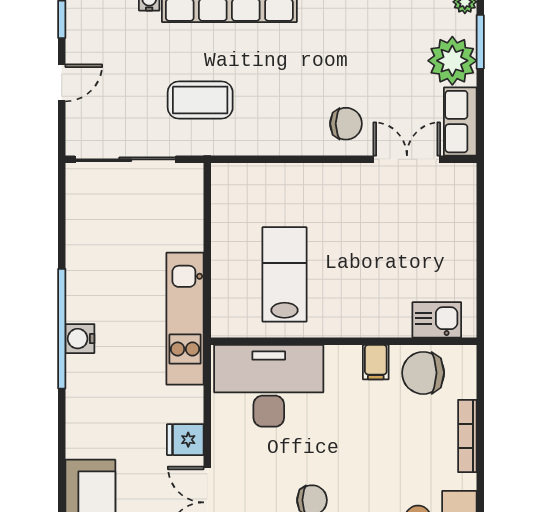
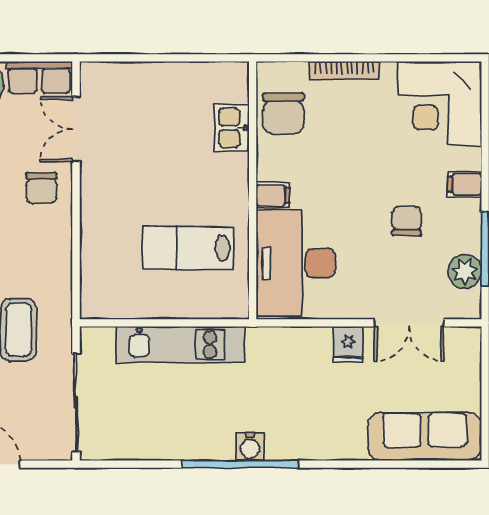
chair: (346, 124) -> (41, 188), turned 180
kitchen unit: (185, 319) -> (180, 344), moved
kitchen sink: (437, 320) -> (232, 128), moved
filing cabinet: (376, 362) -> (273, 195), moved

